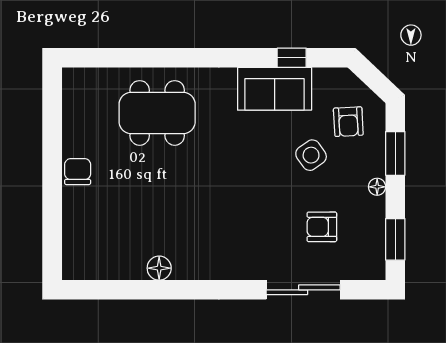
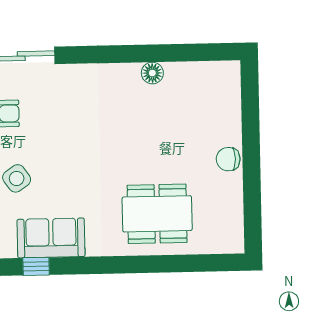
chair: (78, 172) -> (228, 159), turned 90

